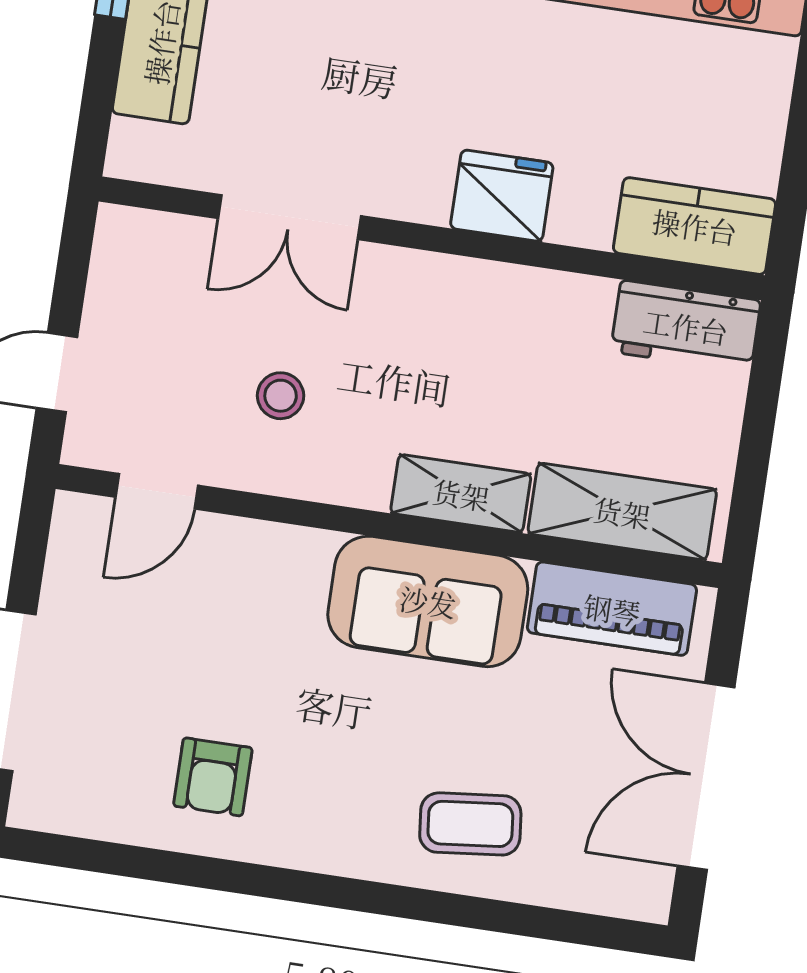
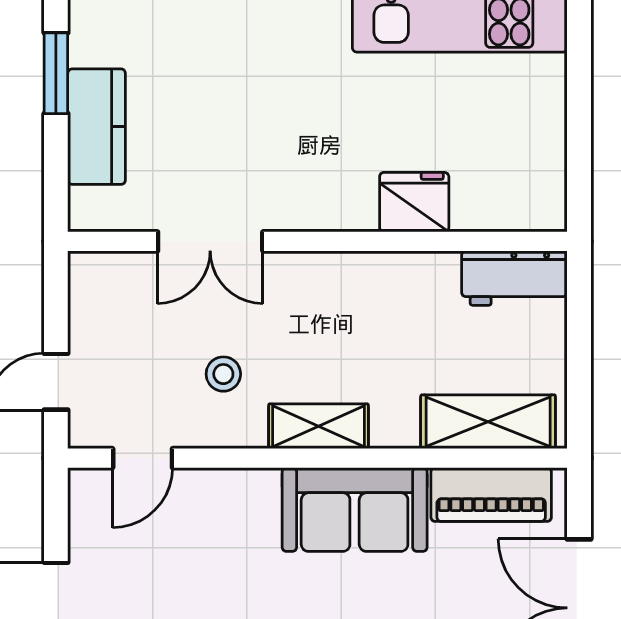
fridge: (502, 196) -> (414, 202), moved
kitchen counter: (695, 226) -> (510, 203), removed
shelving: (461, 494) -> (319, 426), moved

